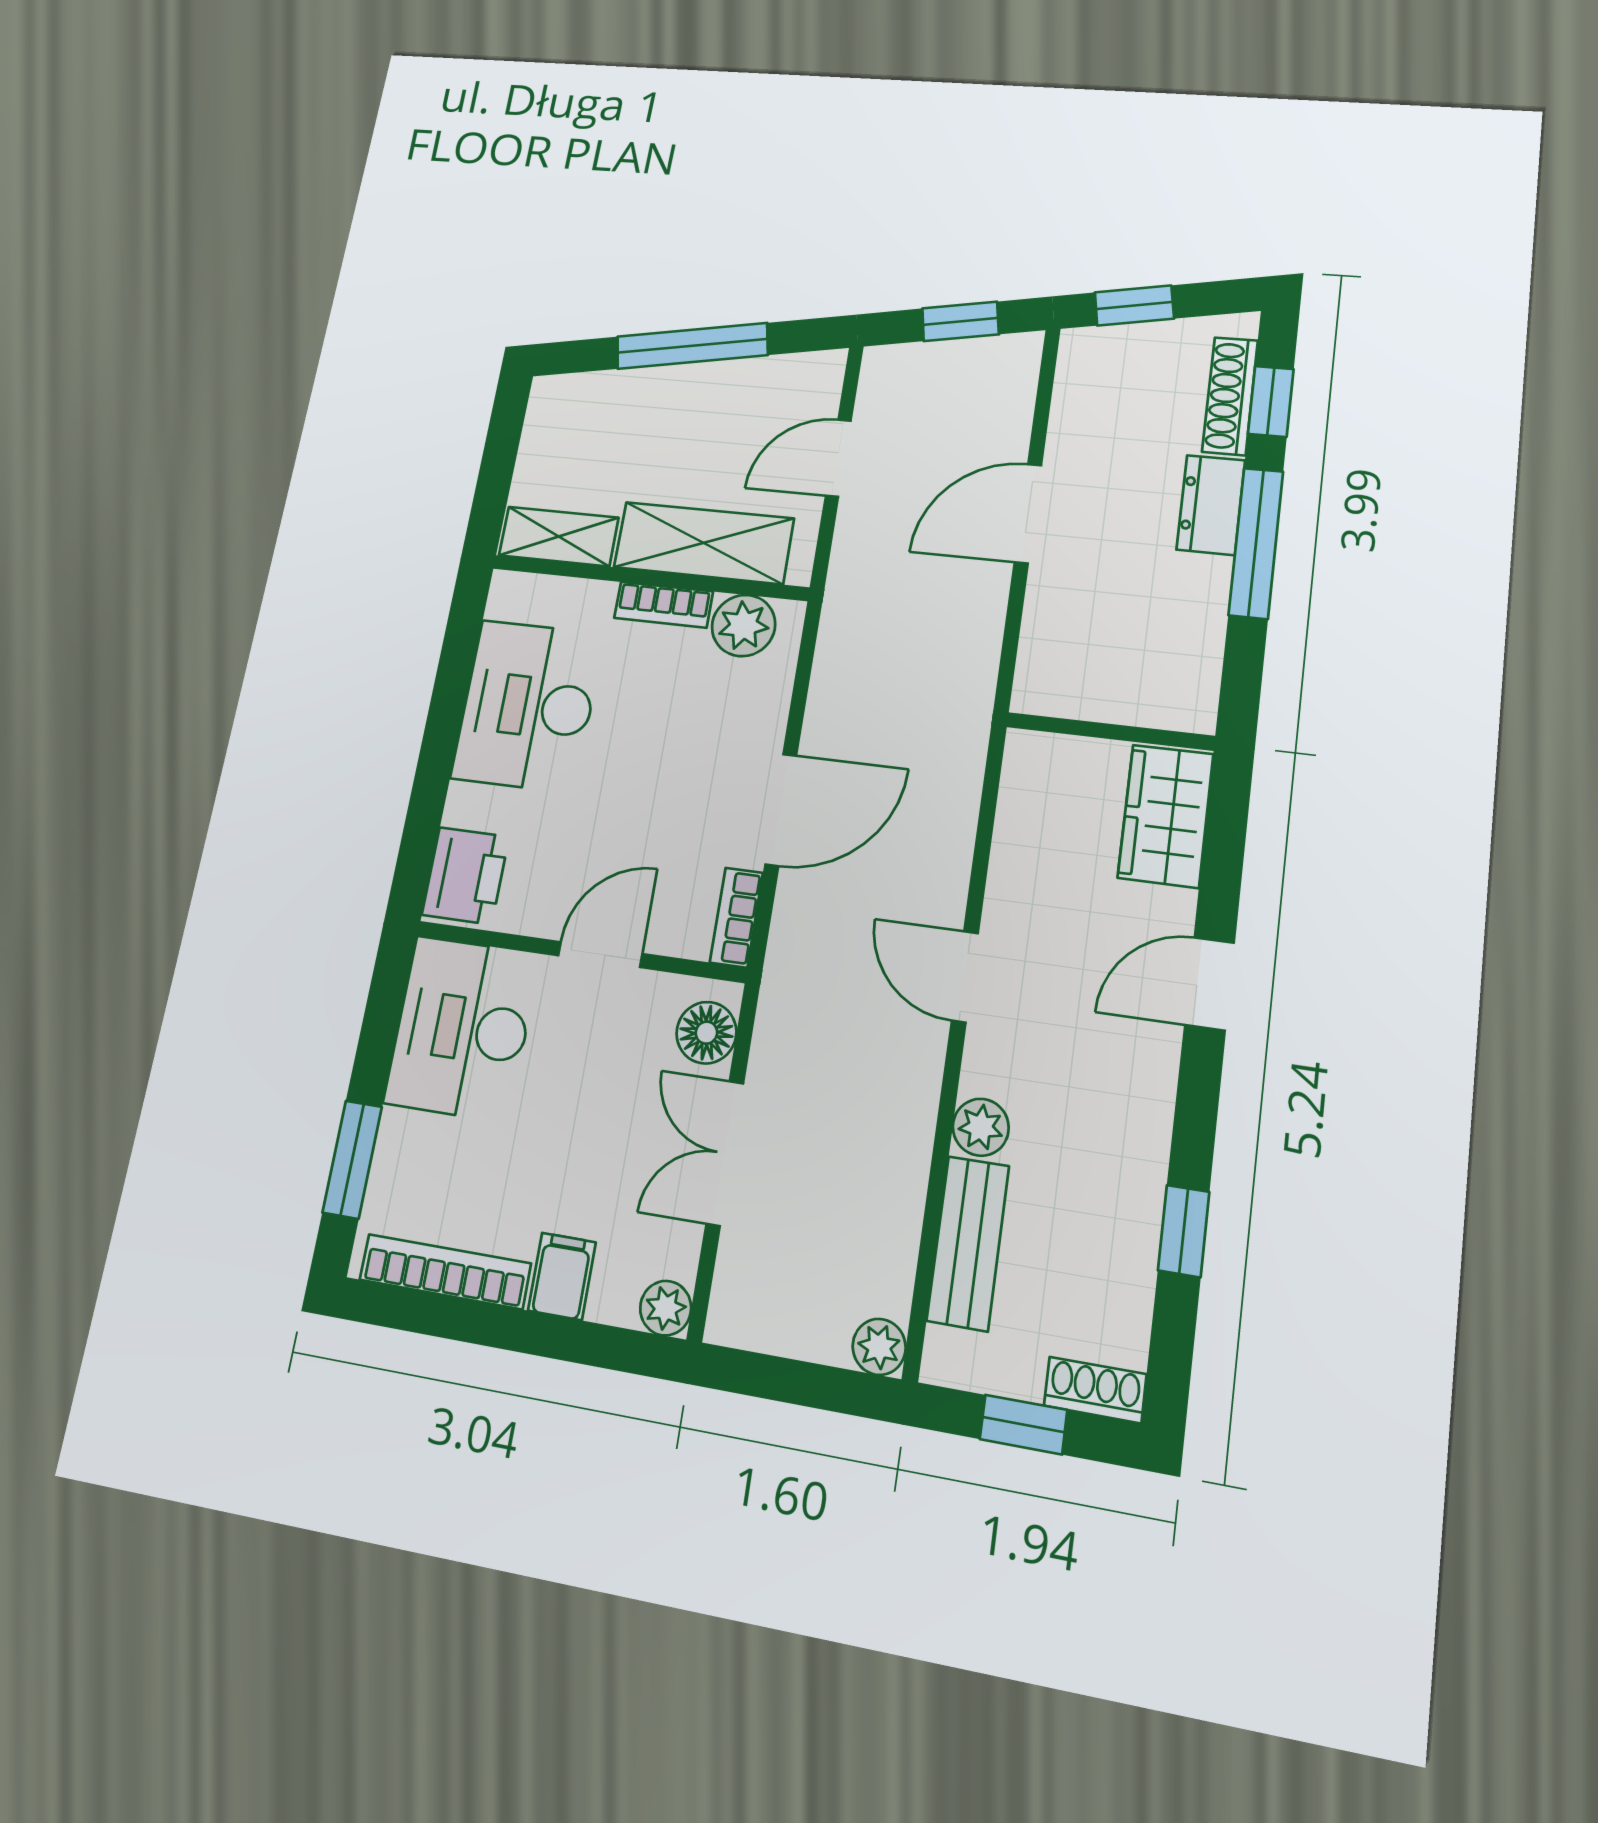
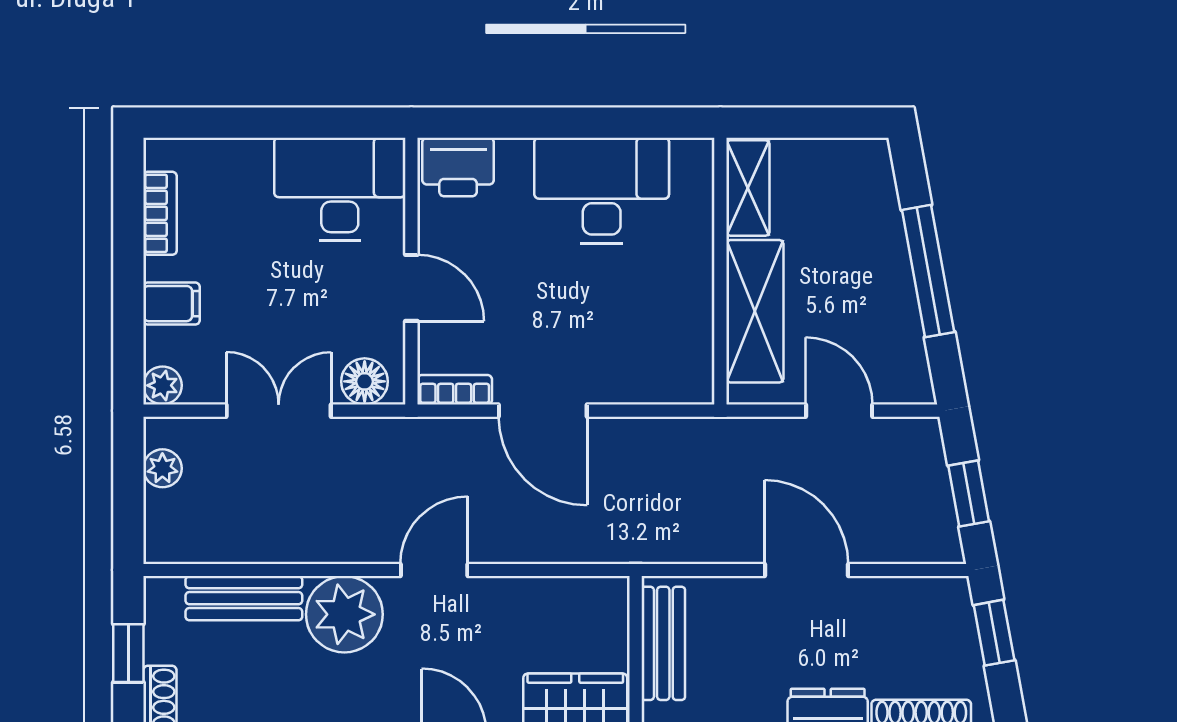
bookcase: (664, 605) -> (699, 287), removed
plant: (744, 626) -> (689, 356), removed
bench: (1099, 695) -> (663, 643), added
plant: (981, 1127) -> (344, 614), width x1.88, depth x1.88
window: (352, 1159) -> (229, 123), removed
bookcase: (445, 1272) -> (160, 213), width x0.64
plant: (879, 1347) -> (162, 468), moved

